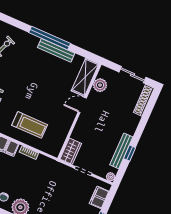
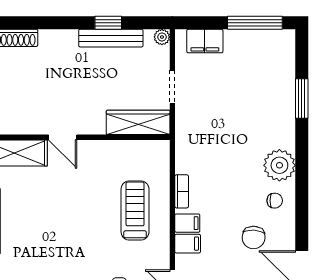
plant: (100, 85) -> (16, 122), removed
wardrobe: (71, 151) -> (138, 122), width x1.50

